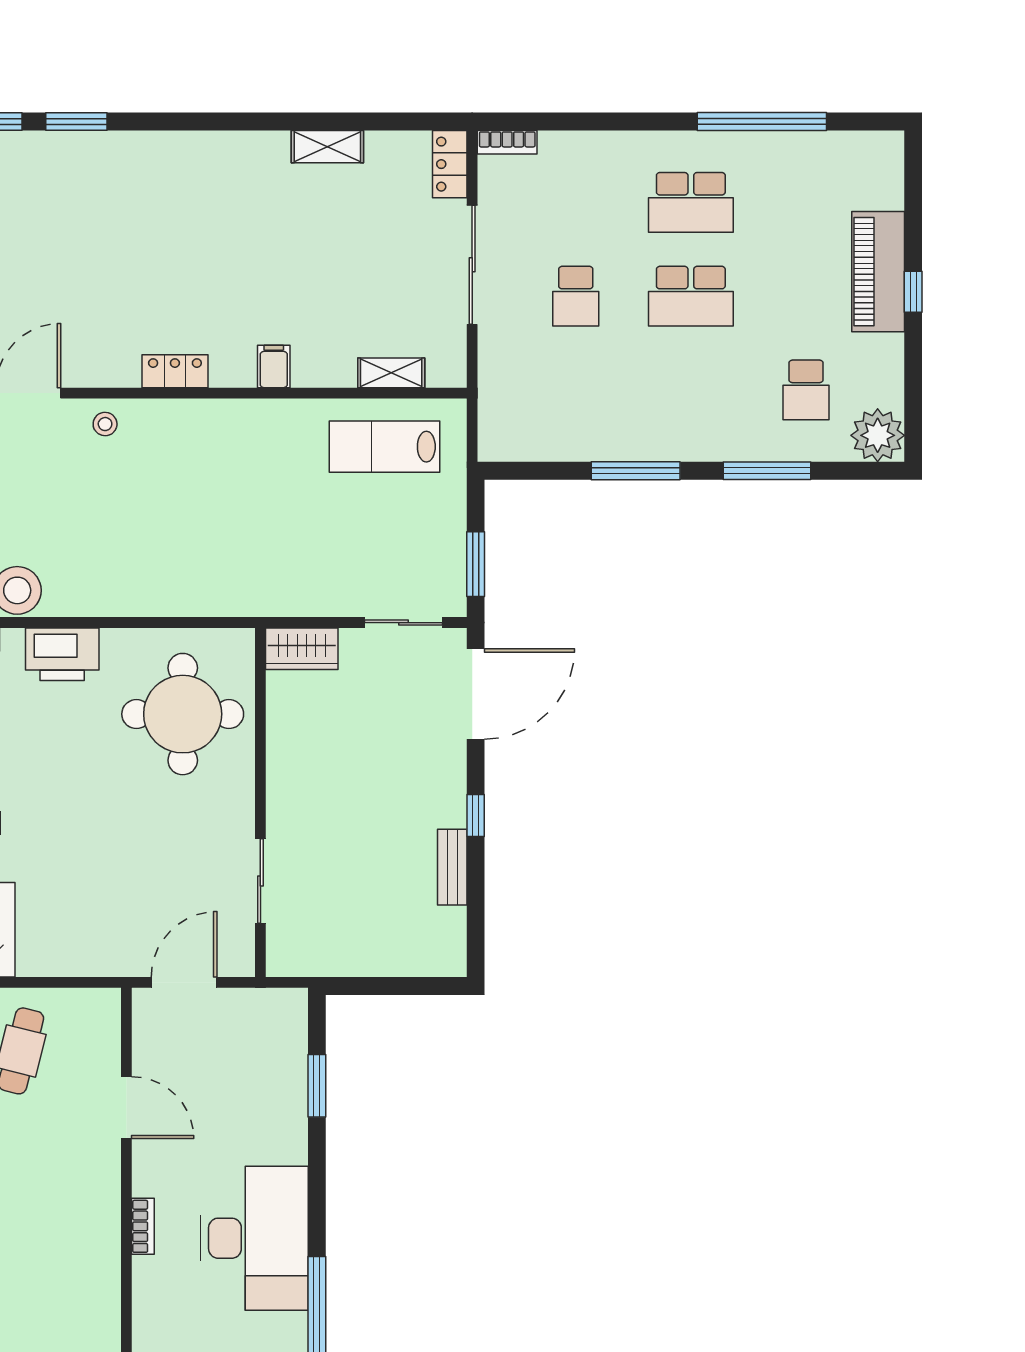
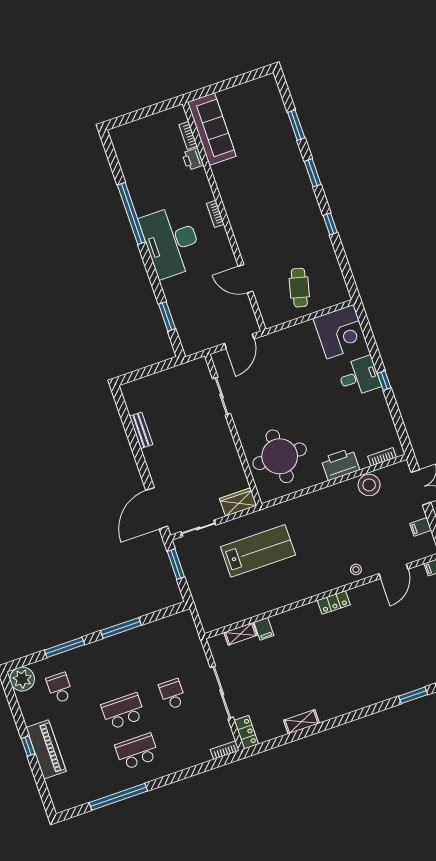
filing cabinet: (274, 367) -> (264, 629), moved
lab bench: (384, 447) -> (258, 551), moved, width x1.36, depth x1.39
window: (476, 816) -> (139, 456), removed
bookcase: (143, 1226) -> (215, 214), moved

